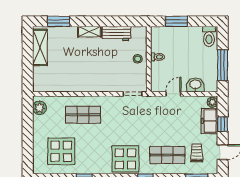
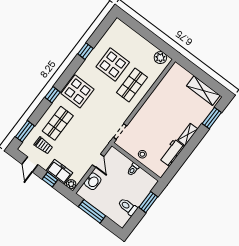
toilet: (209, 37) -> (128, 207), moved
display table: (61, 151) -> (113, 64), moved

